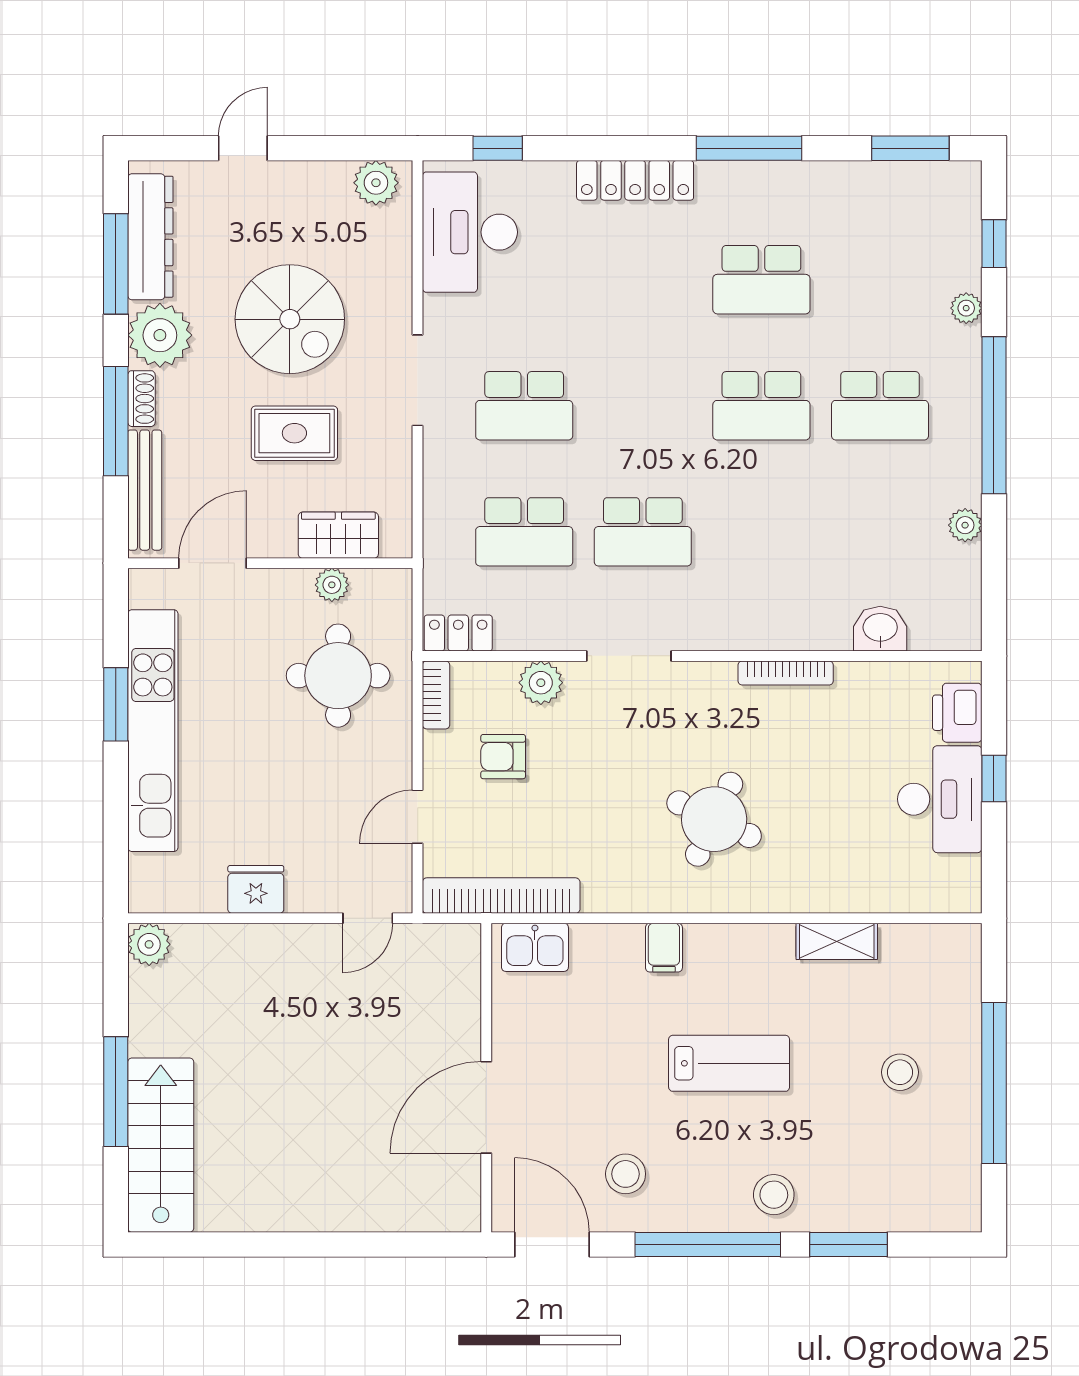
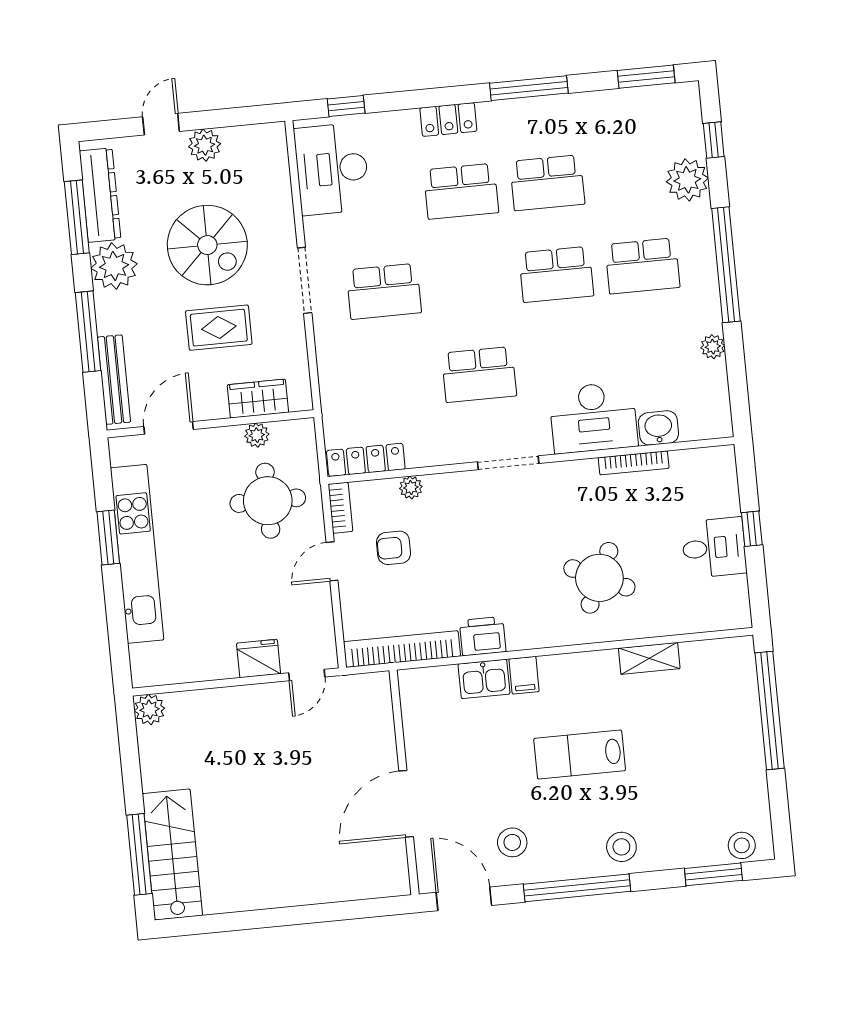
locker: (635, 180) -> (448, 120), width x0.66
plant: (376, 183) -> (205, 145), moved
plant: (966, 308) -> (687, 180), width x1.88, depth x1.88
shoe rack: (141, 399) -> (105, 313), removed
school desk: (524, 532) -> (461, 191), moved
desk: (793, 606) -> (593, 418), added
locker: (458, 633) -> (366, 460), width x1.53
doorway: (629, 656) -> (508, 463), moved
bookcase: (786, 673) -> (634, 463), moved
plant: (541, 683) -> (411, 488), width x0.73, depth x0.73
printer: (957, 713) -> (483, 636), moved, turned 90
desk: (940, 799) -> (714, 548), width x0.73
door: (418, 817) -> (332, 561), moved
round table: (714, 819) -> (599, 578), moved
fridge: (256, 889) -> (259, 659), moved
kitchen sink: (535, 947) -> (484, 679), moved
lab bench: (729, 1063) -> (580, 755), turned 180
stool: (900, 1072) -> (742, 845), moved
window: (994, 1083) -> (770, 711), moved
window: (116, 1092) -> (139, 854), moved
window: (849, 1244) -> (713, 874), moved

